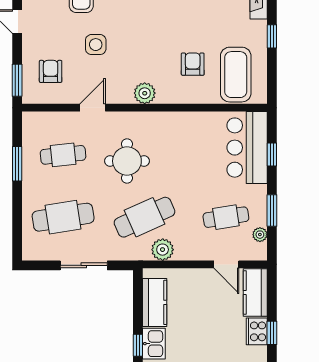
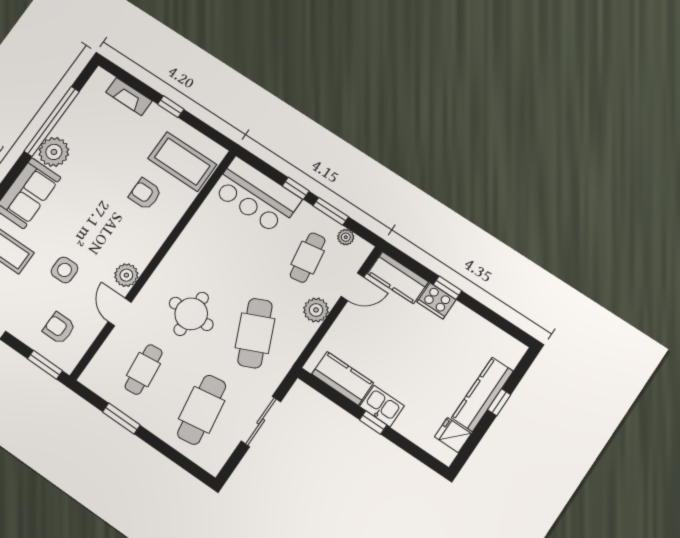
plant: (145, 93) -> (126, 275), moved
window: (272, 155) -> (296, 188), moved
plant: (163, 250) -> (316, 310), moved

